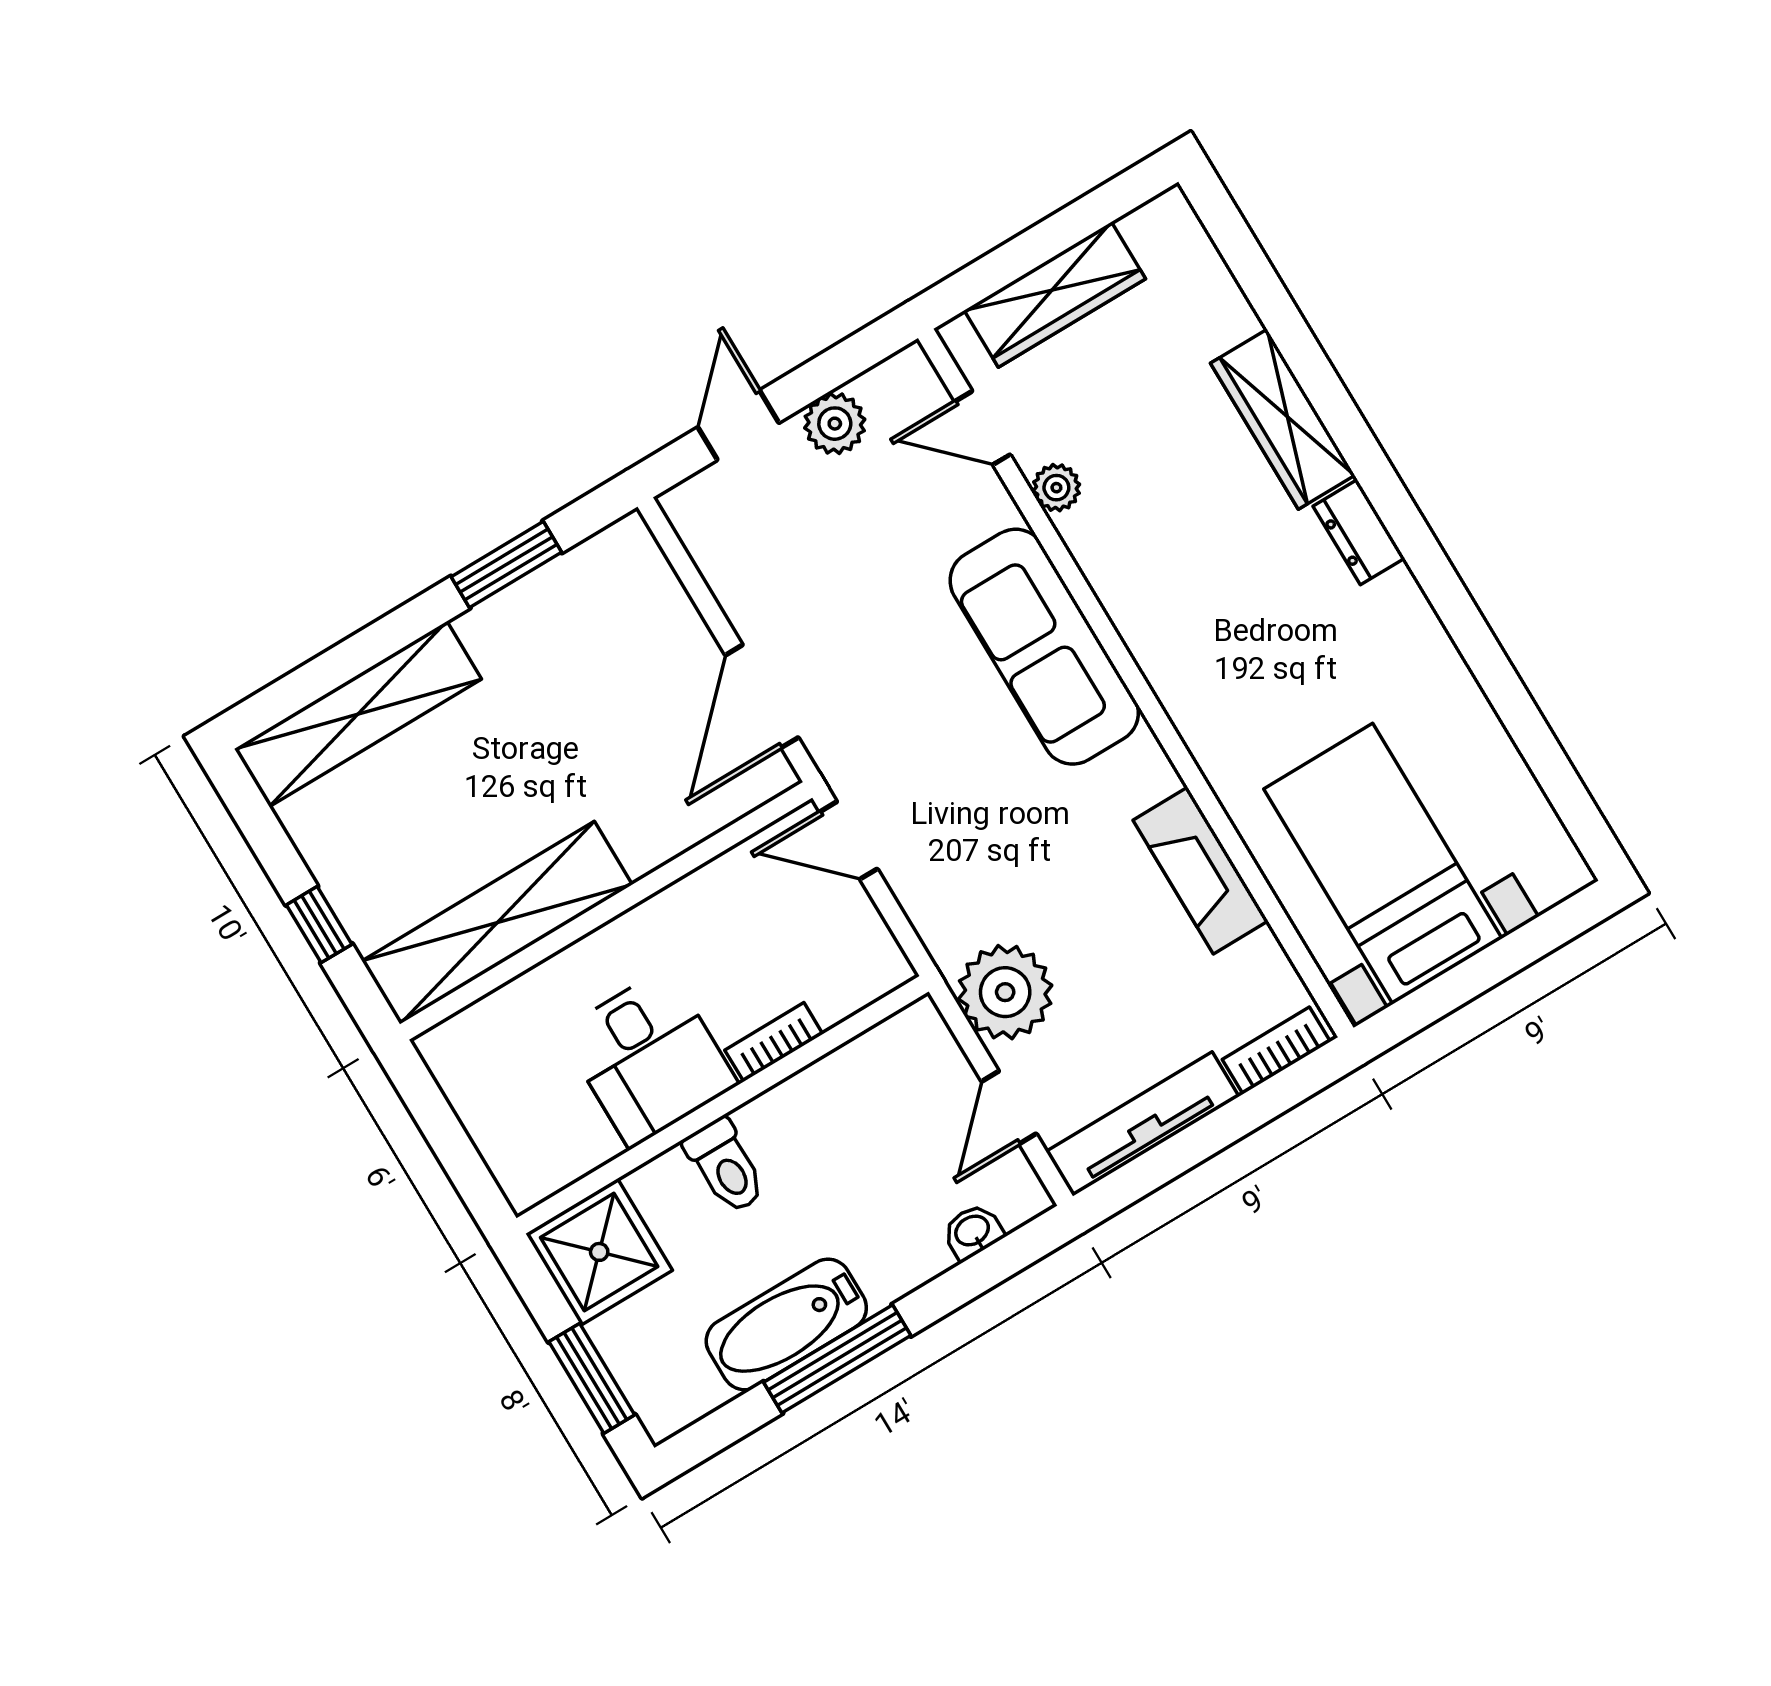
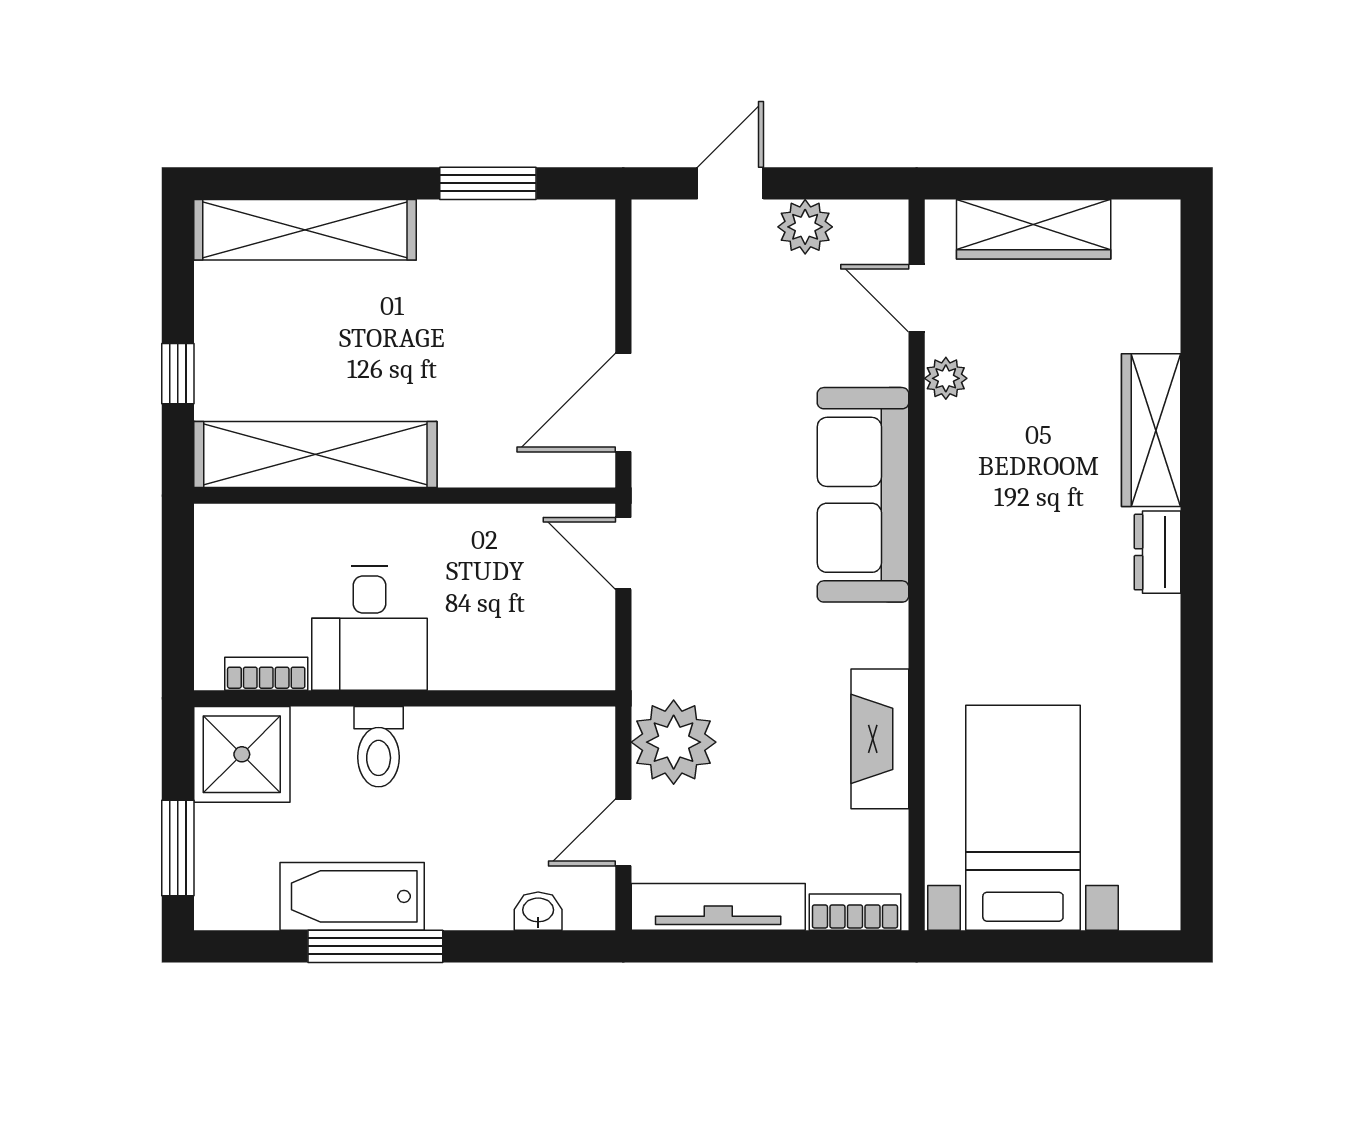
bookcase: (774, 1042) -> (266, 674), moved

